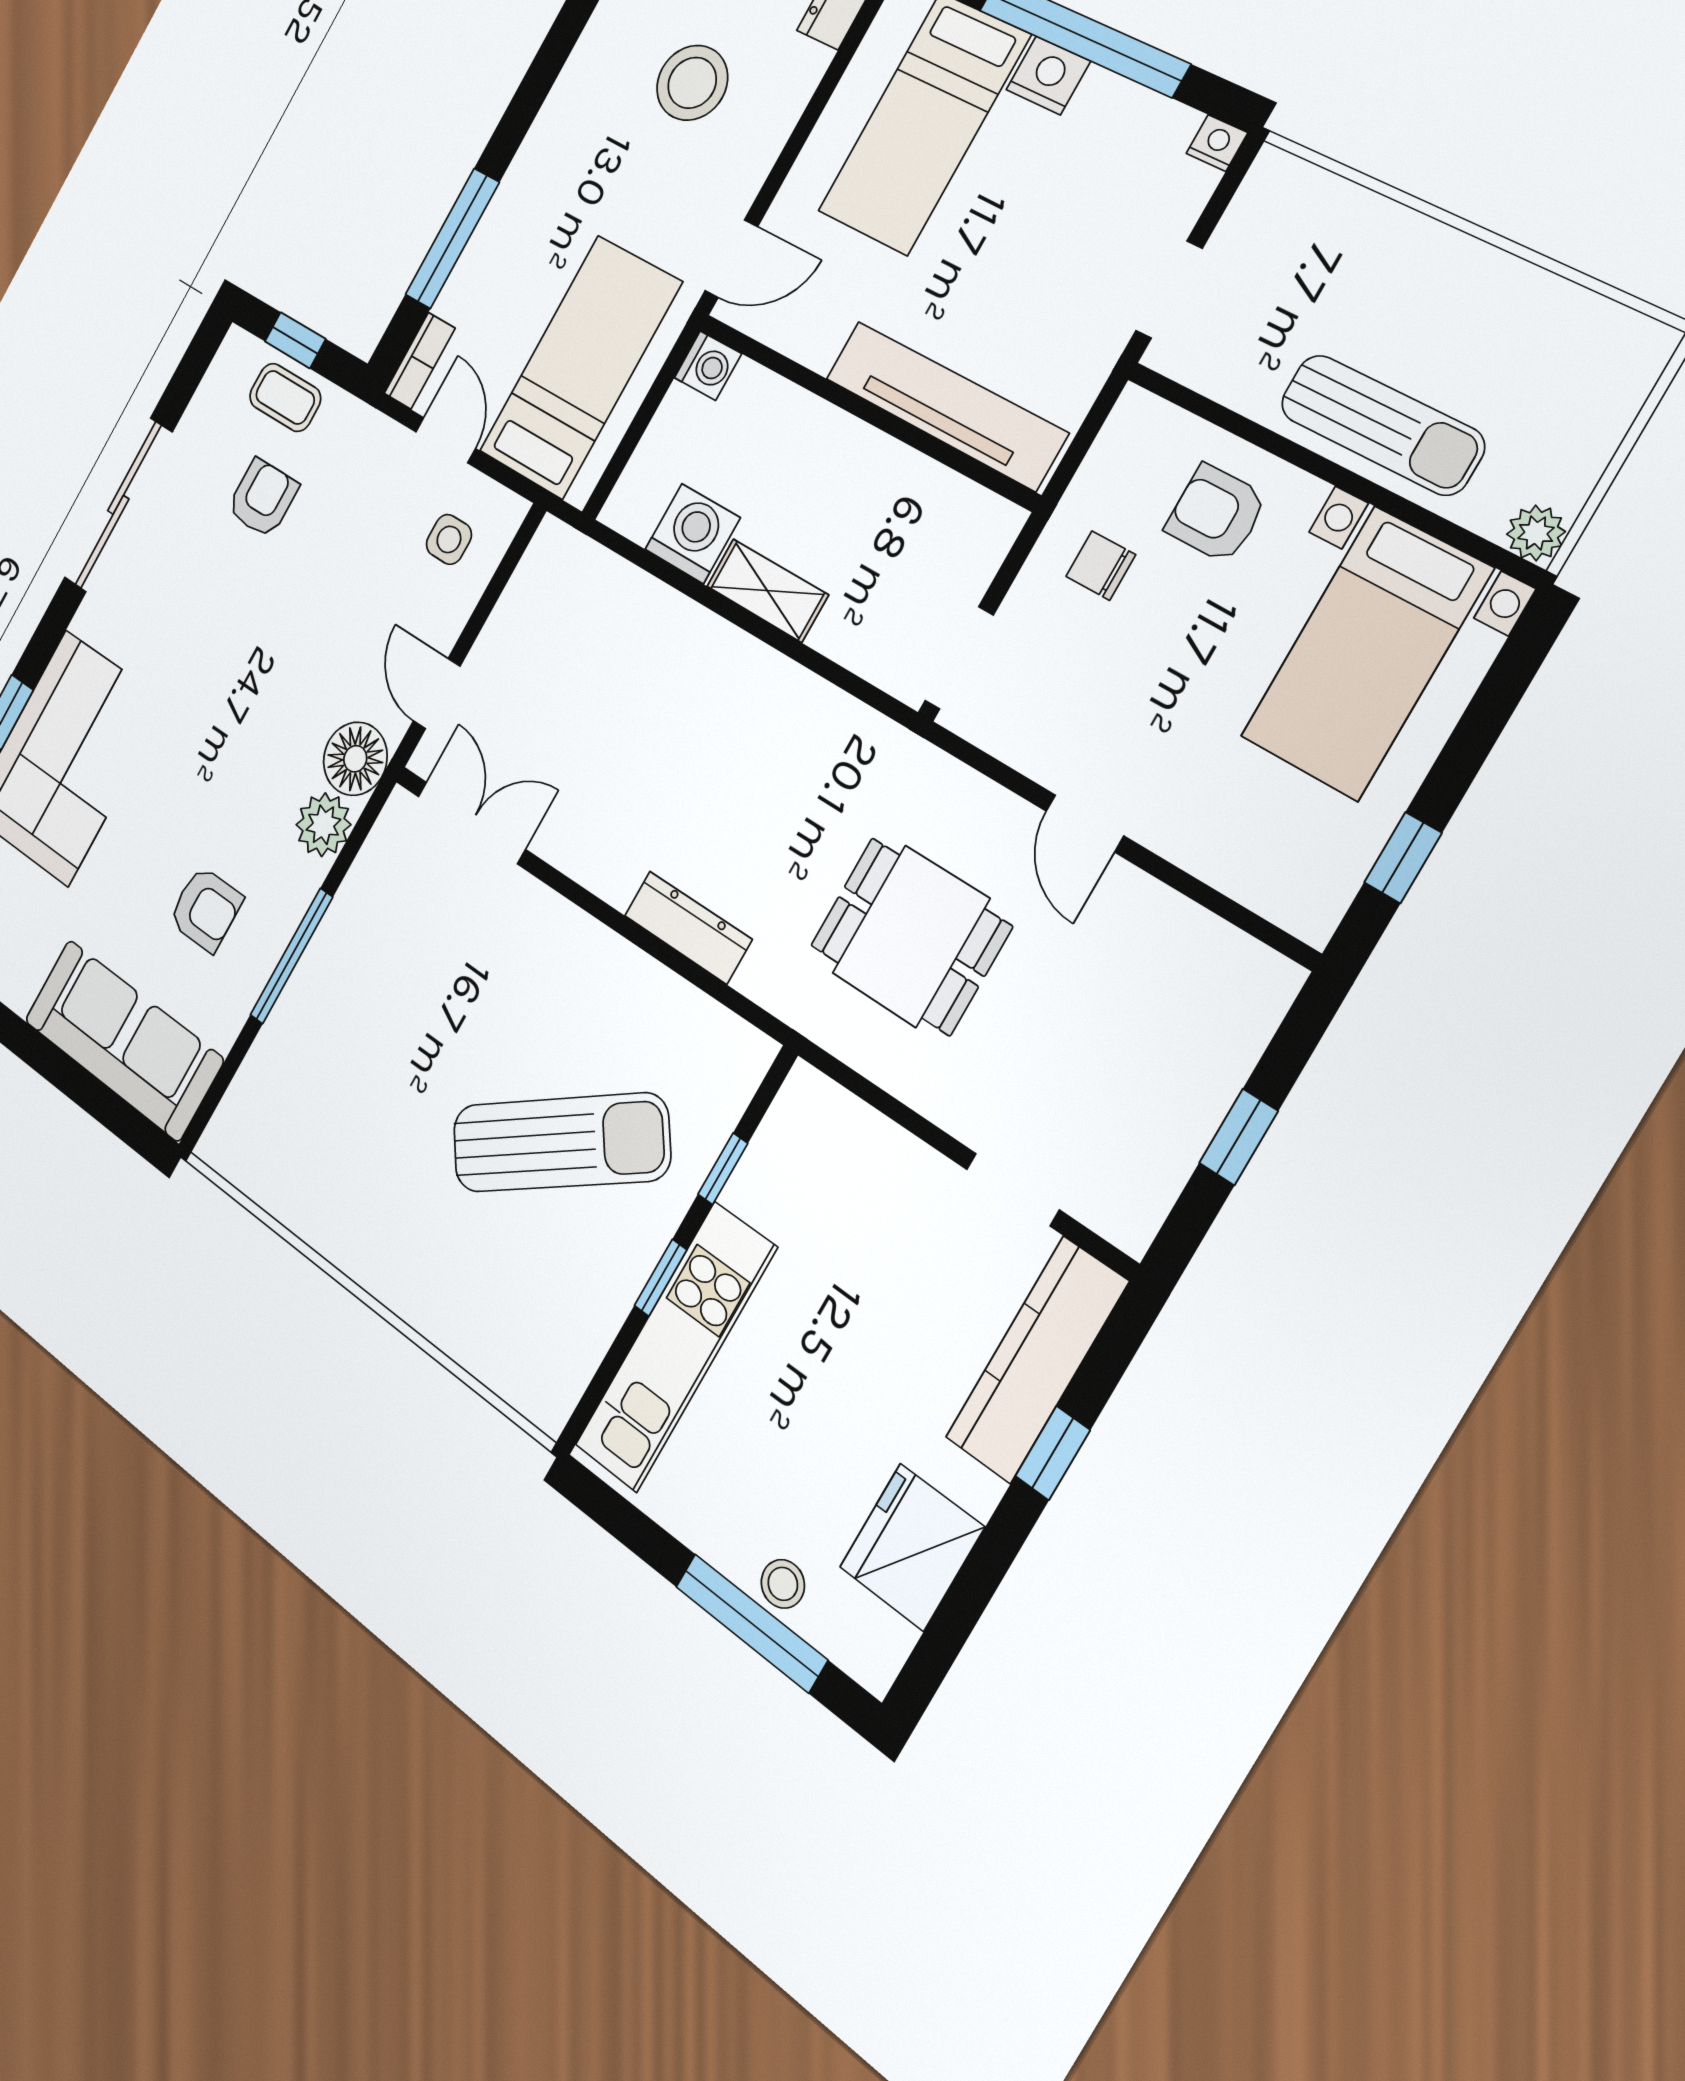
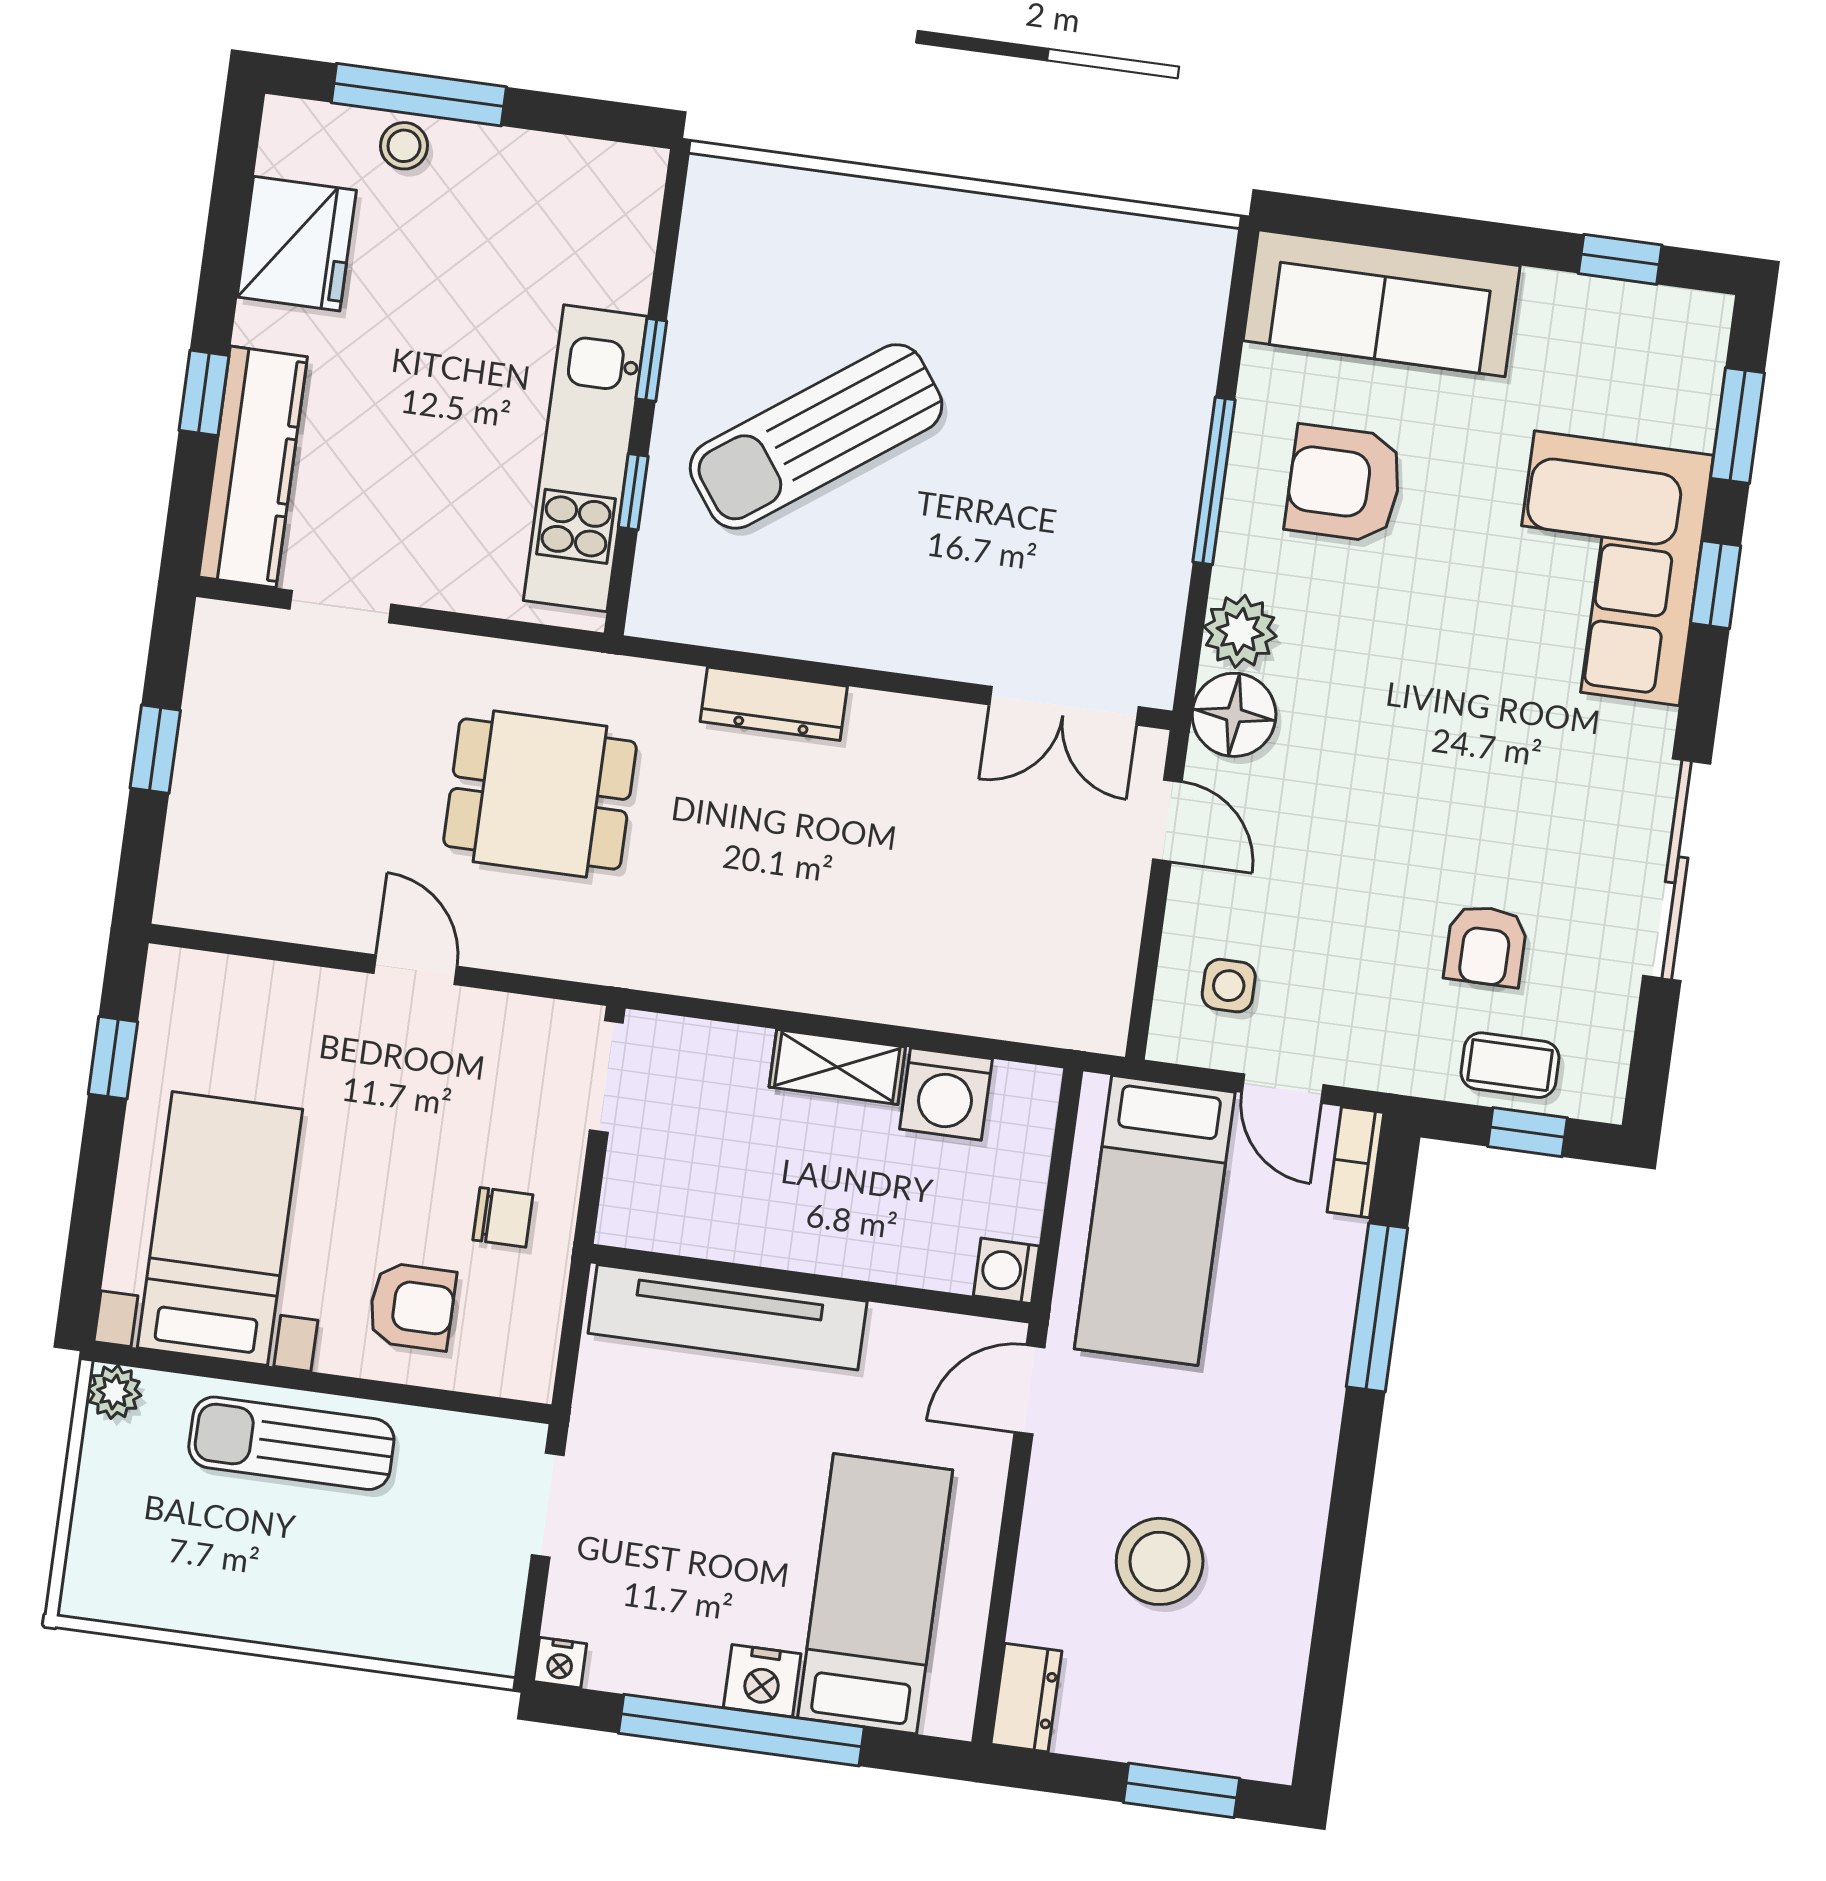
armchair: (206, 909) -> (1344, 484), width x1.38, depth x1.38
kitchen unit: (676, 1347) -> (585, 458), moved

